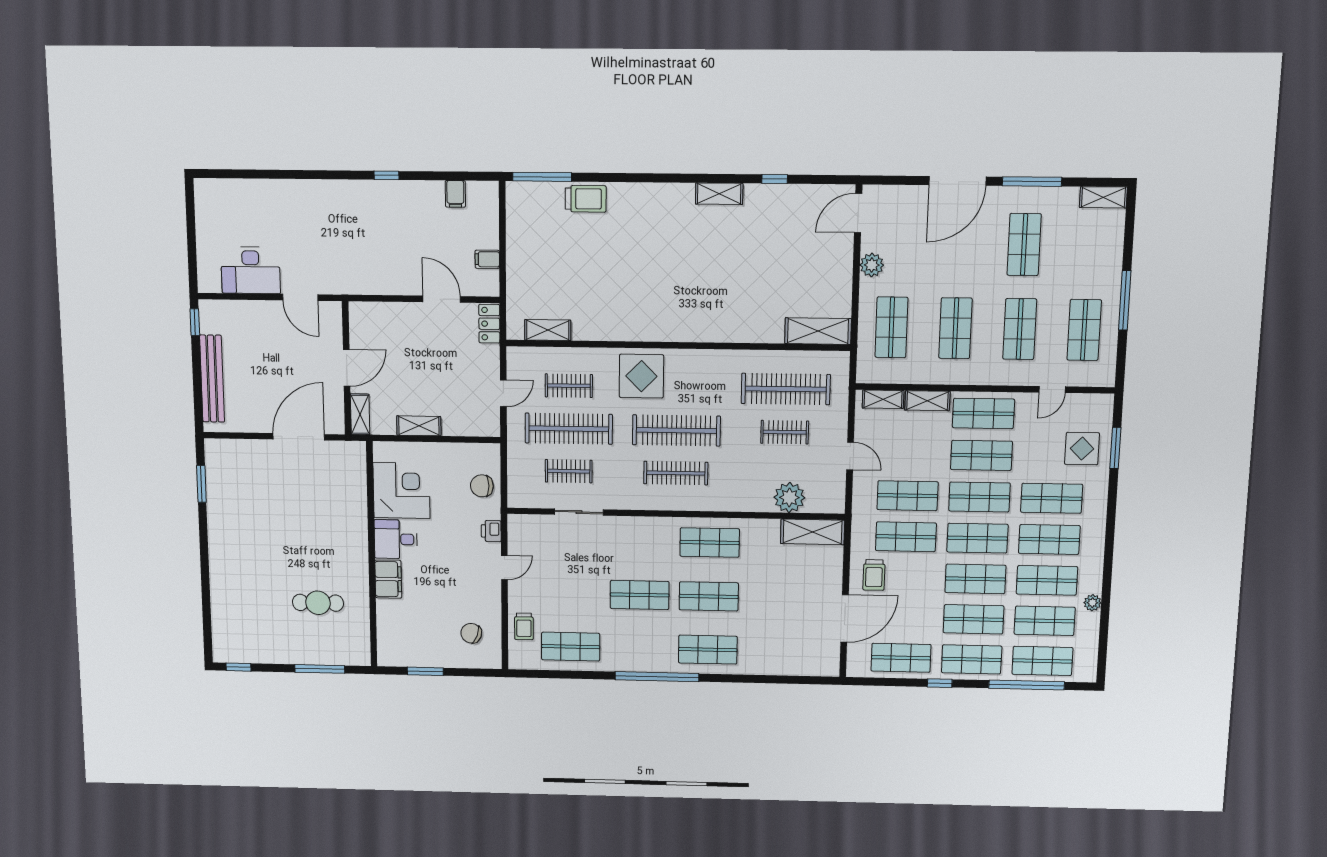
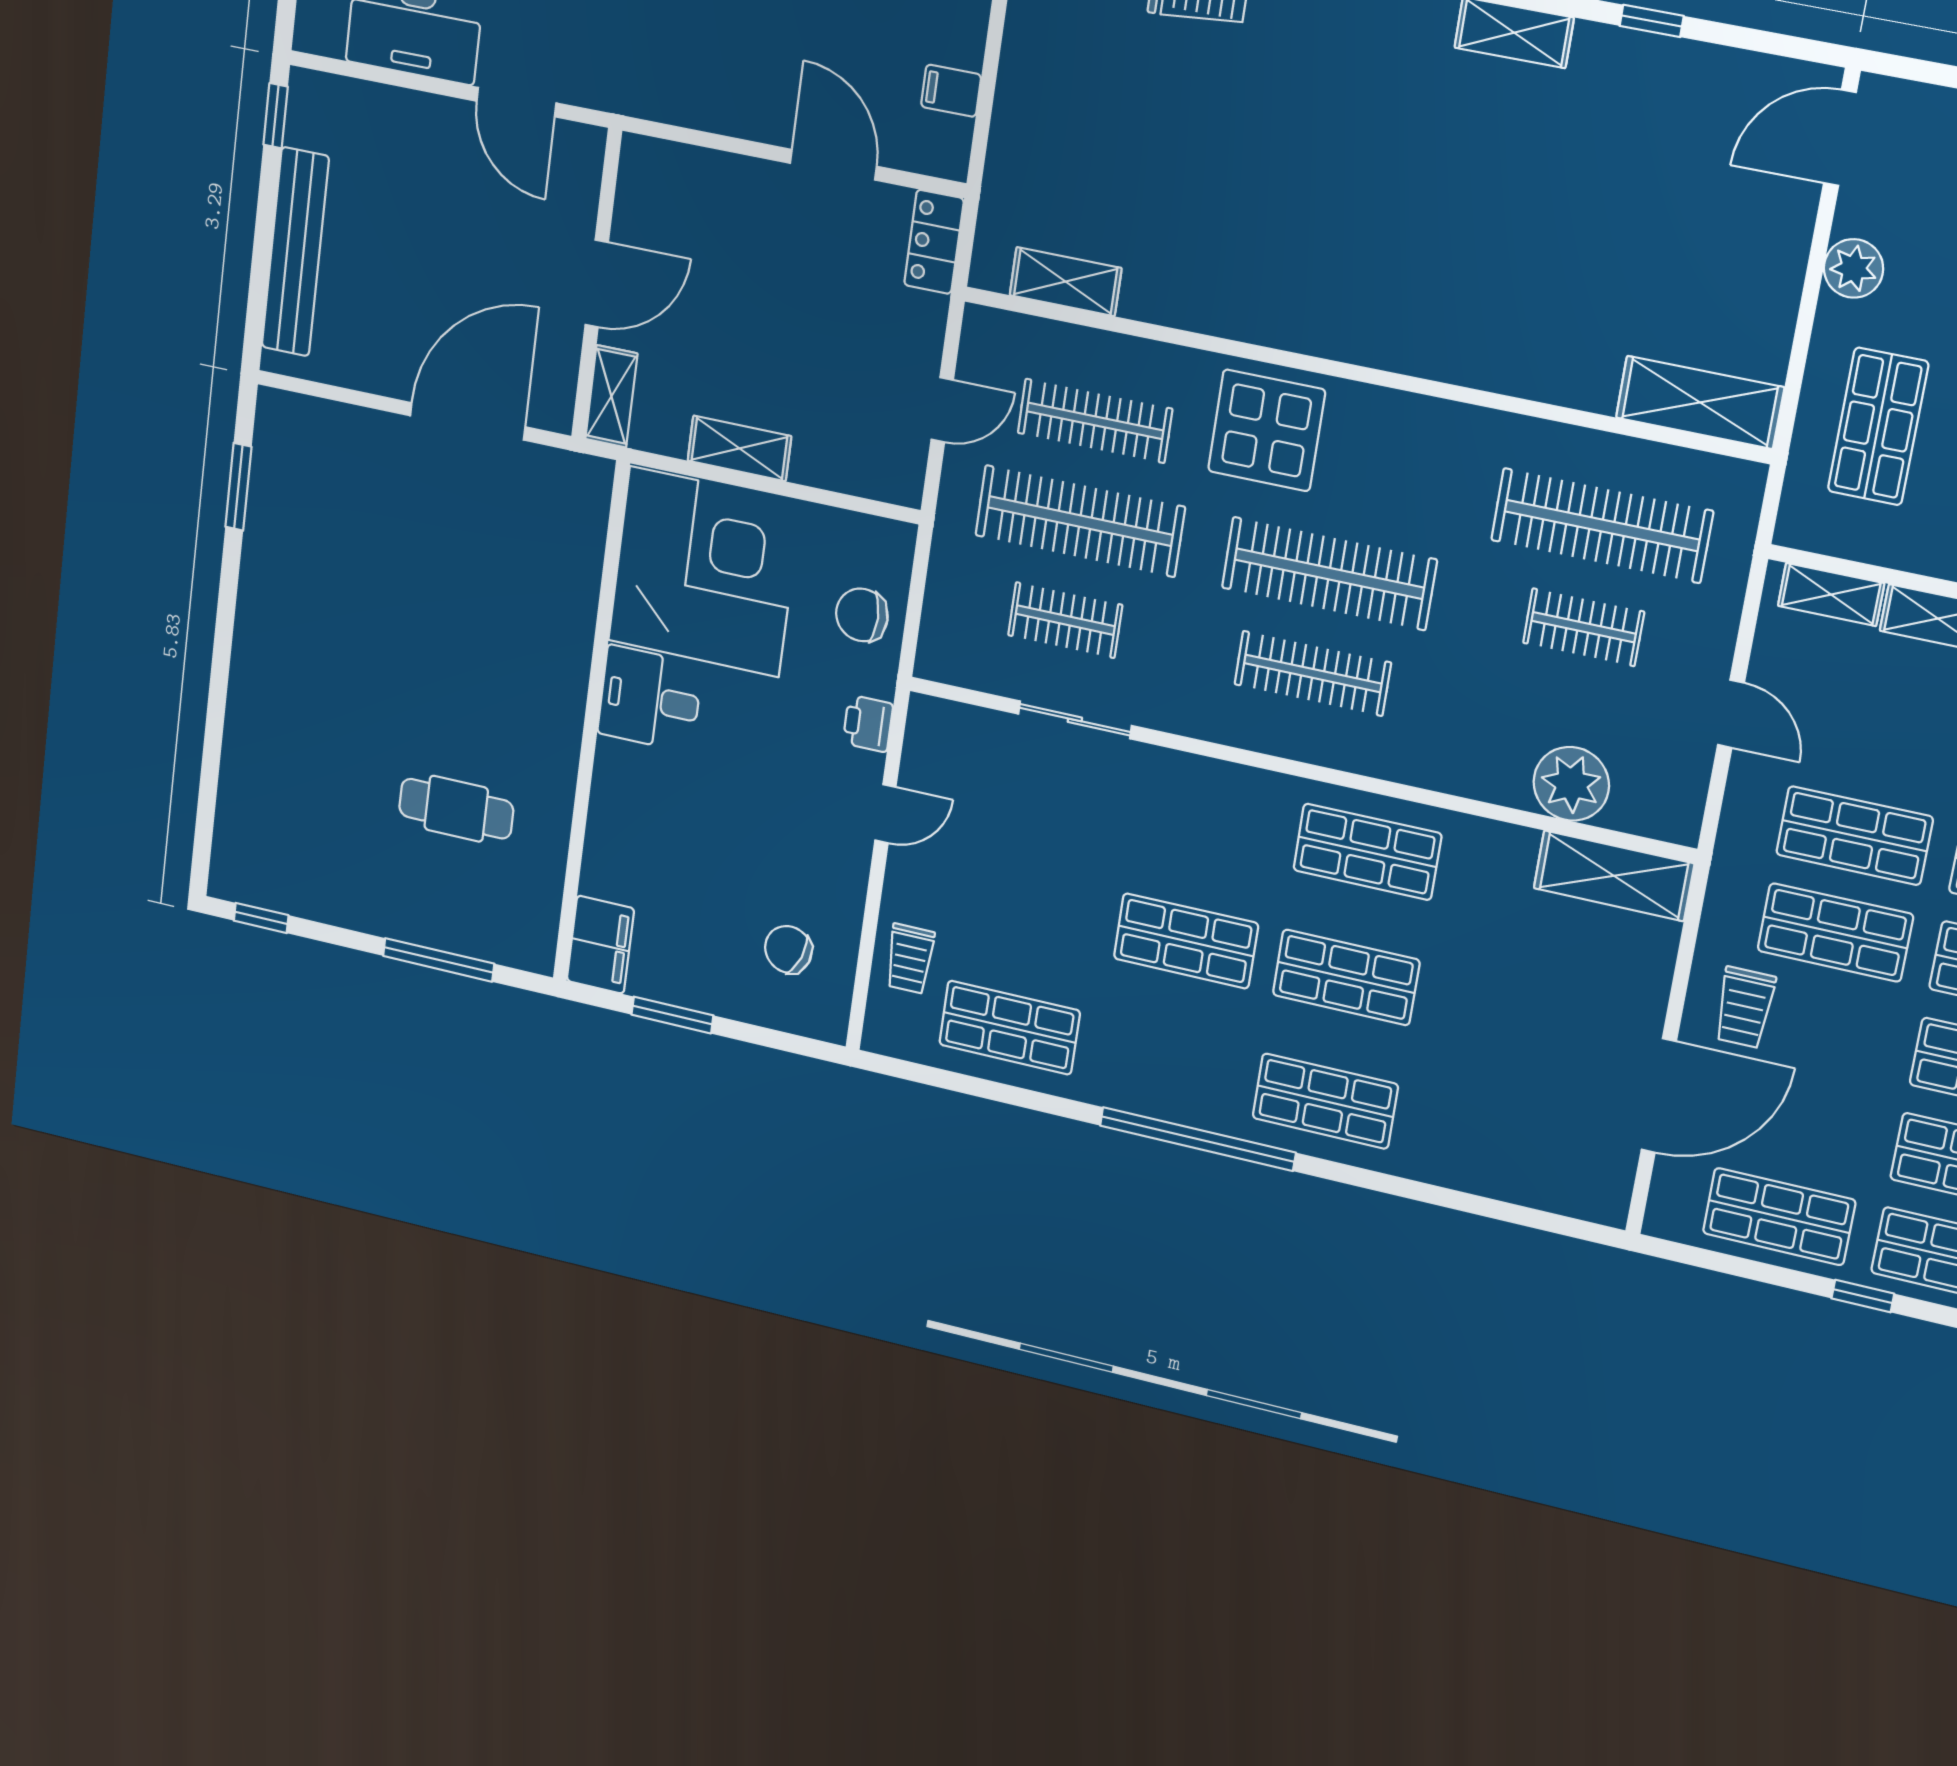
clothes rail: (569, 386) -> (1095, 421), width x1.36
corner desk: (401, 491) -> (704, 572), width x1.36, depth x1.36
filing cabinet: (388, 579) -> (600, 945), moved

